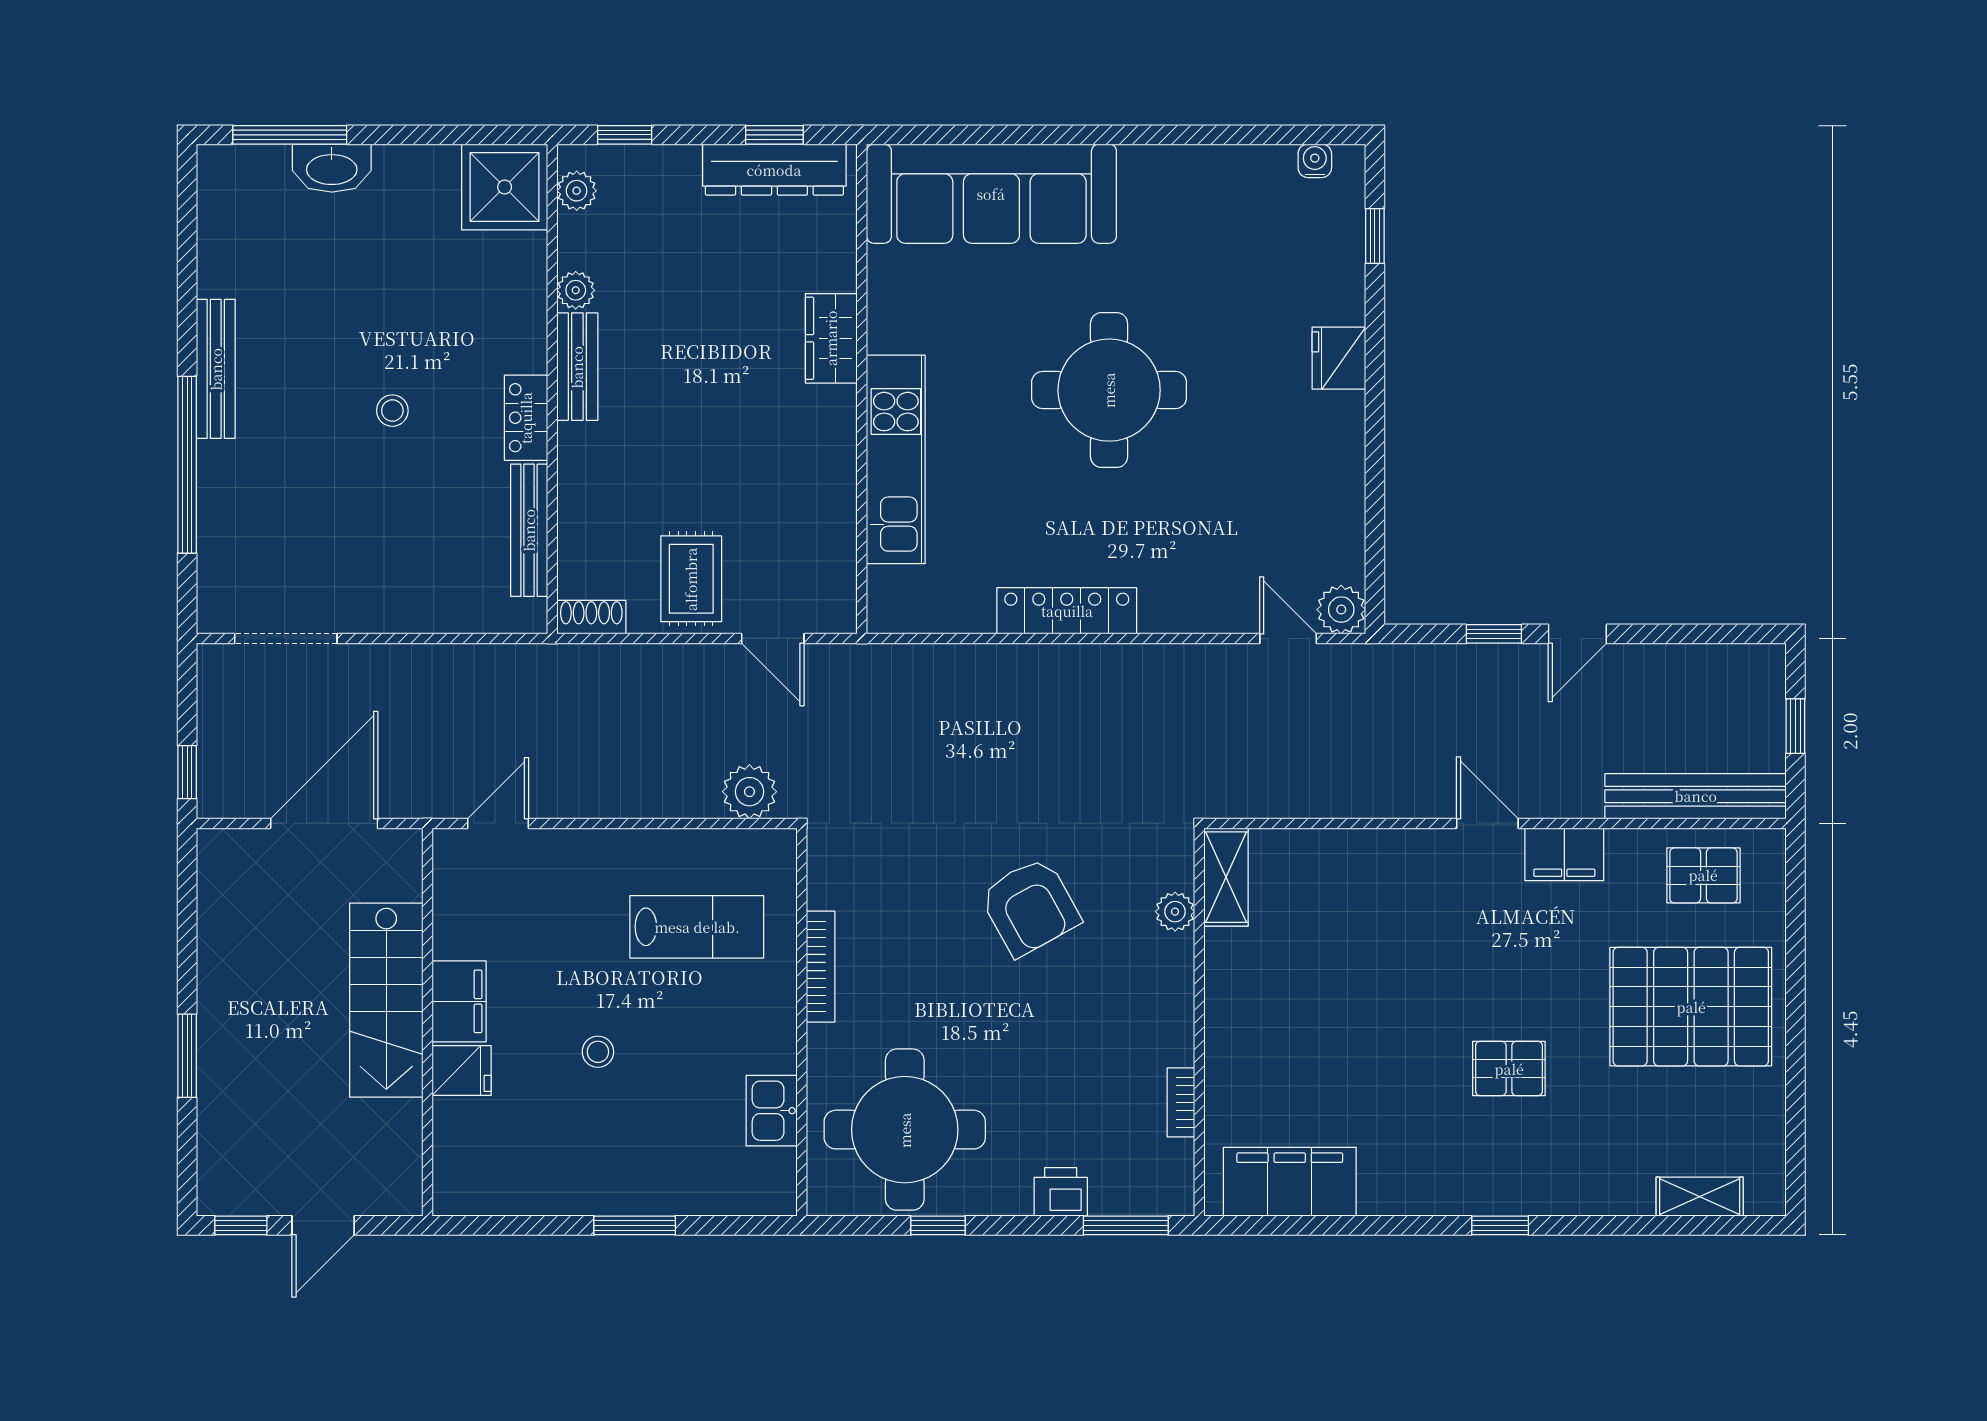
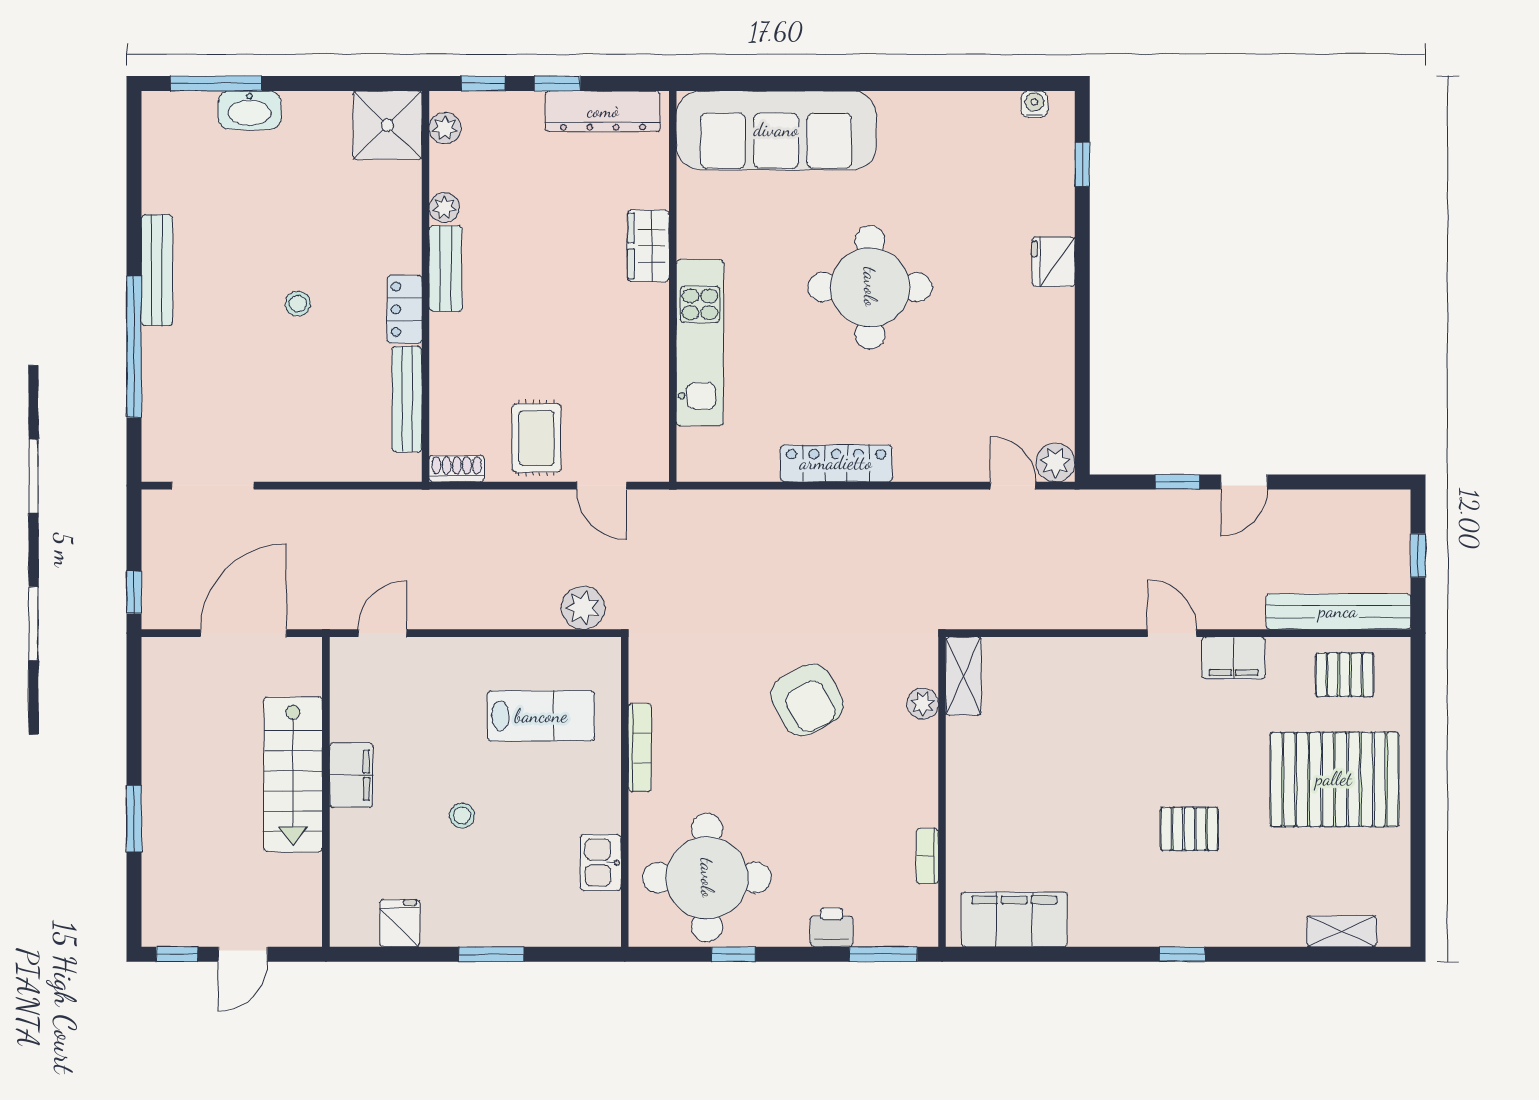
window: (774, 135) -> (557, 83), moved
fridge: (462, 1070) -> (400, 923), moved, turned -90

